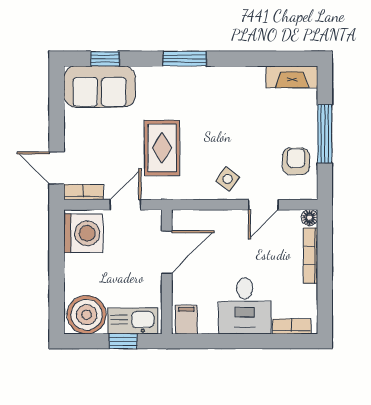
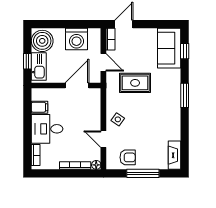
washing machine: (83, 233) -> (76, 39), moved
door: (167, 252) -> (77, 85), swing flipped
filing cabinet: (186, 320) -> (40, 107), moved

